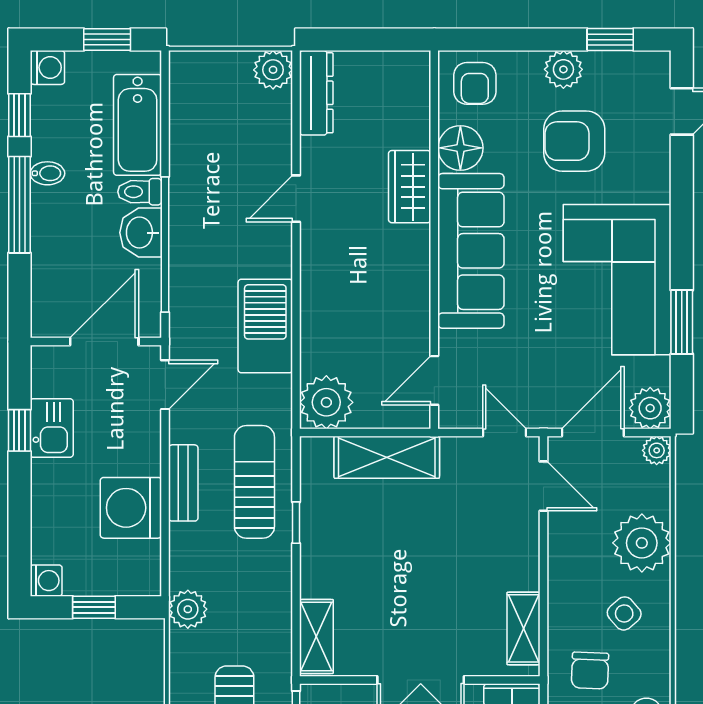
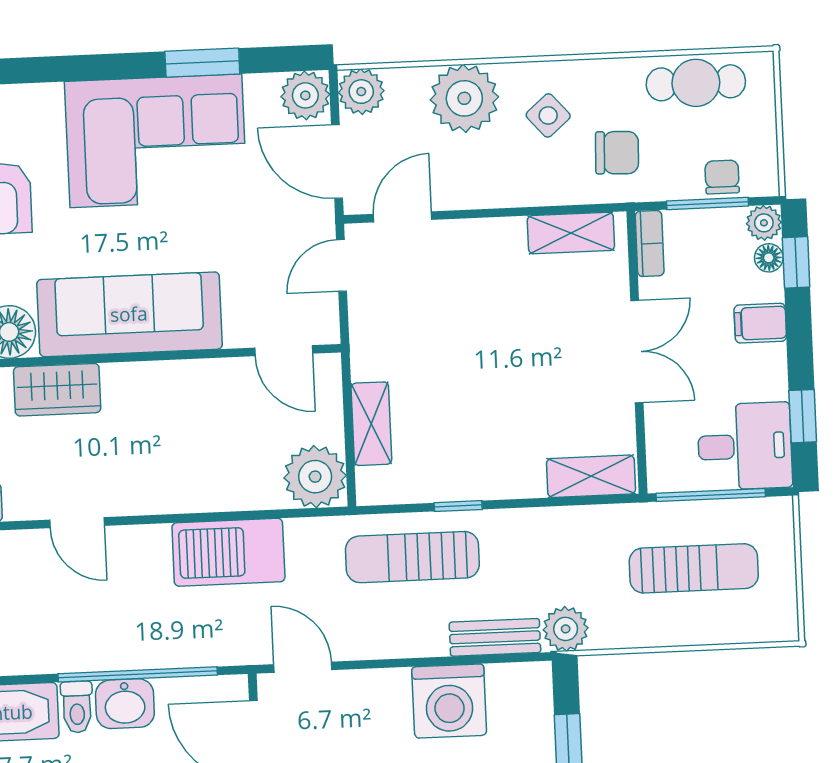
plant: (657, 450) -> (361, 92), width x1.38, depth x1.38
shelving: (387, 457) -> (371, 424), width x0.67, depth x0.75
bench: (183, 483) -> (495, 637), moved

